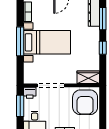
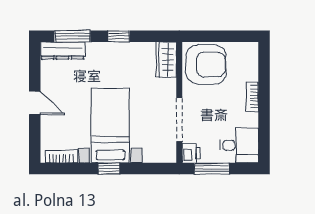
window: (20, 41) -> (109, 169), width x0.46

